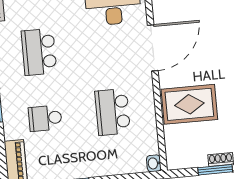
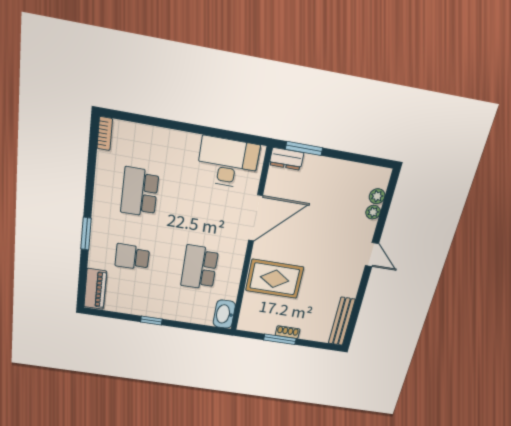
washbasin: (154, 163) -> (224, 314), width x1.91, depth x1.45

